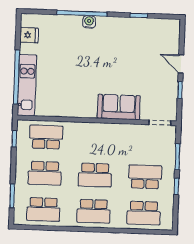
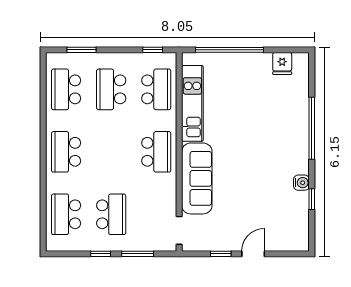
water cooler: (89, 22) -> (301, 183), moved
kitchen unit: (27, 85) -> (192, 103), moved, turned -90
sofa: (119, 107) -> (197, 178), width x1.36
school desk: (95, 175) -> (156, 152), moved, turned 180

